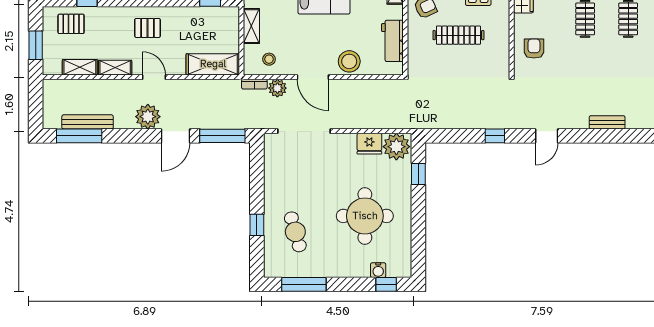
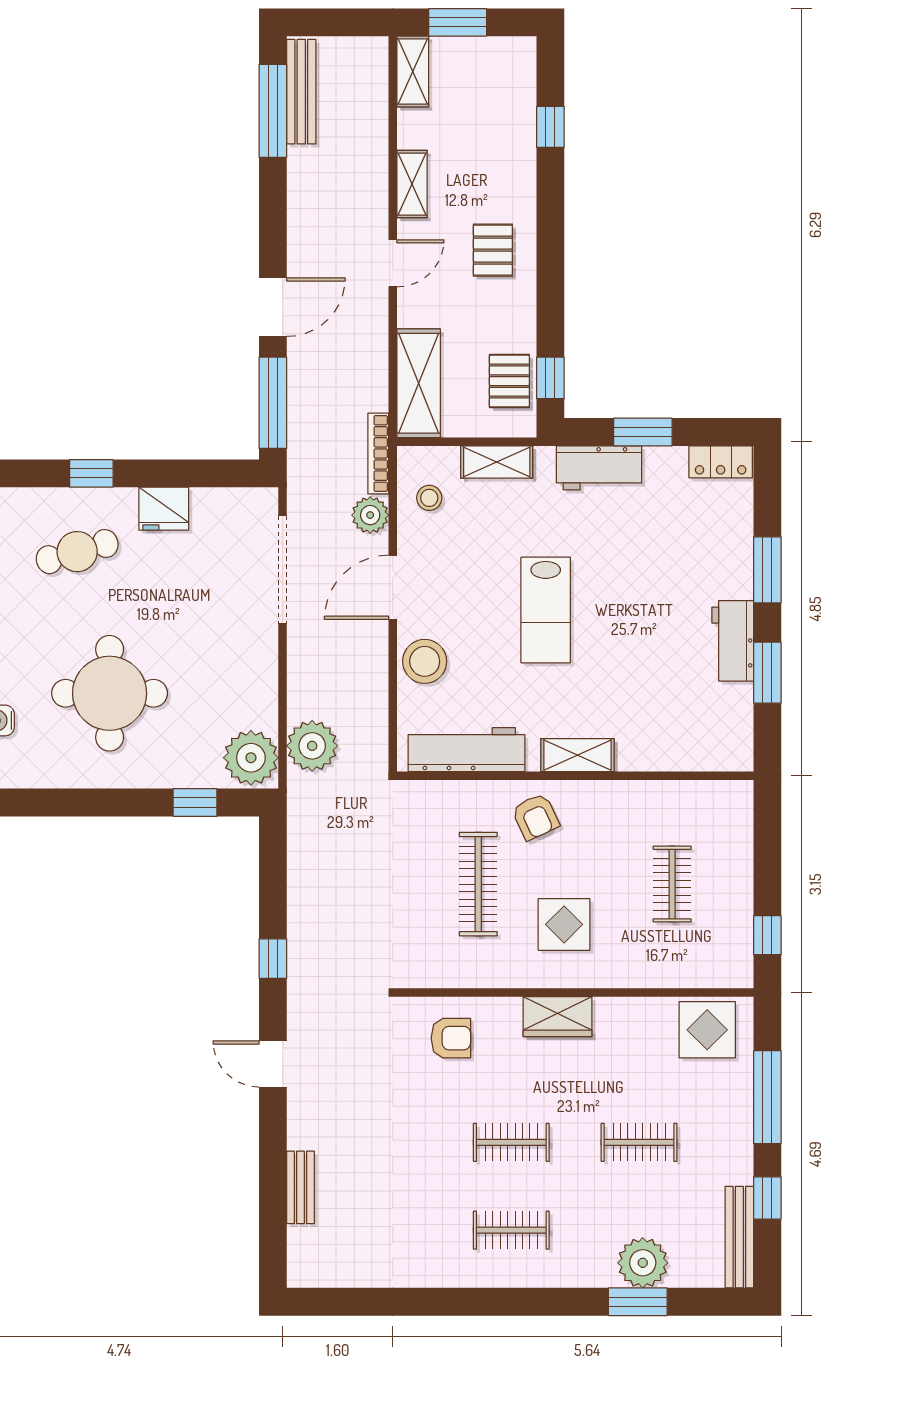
pallet: (71, 24) -> (509, 381), moved
workbench: (392, 41) -> (466, 750), width x1.38
shelving: (80, 67) -> (413, 71), moved
bookcase: (254, 84) -> (378, 453), width x1.56
plant: (148, 117) -> (312, 746), moved
bench: (88, 122) -> (301, 92), moved
door: (175, 136) -> (273, 307), swing flipped
fridge: (369, 144) -> (164, 509), moved, turned -90

